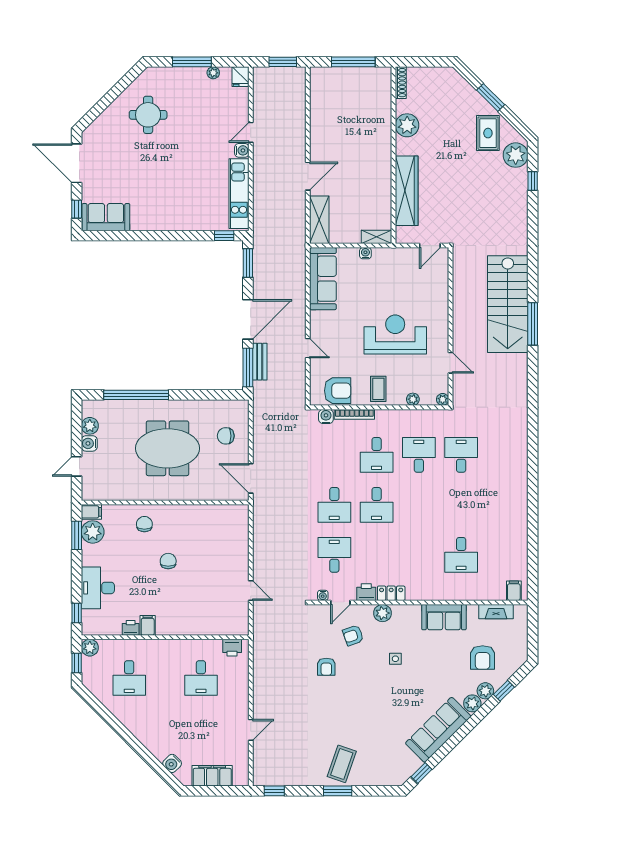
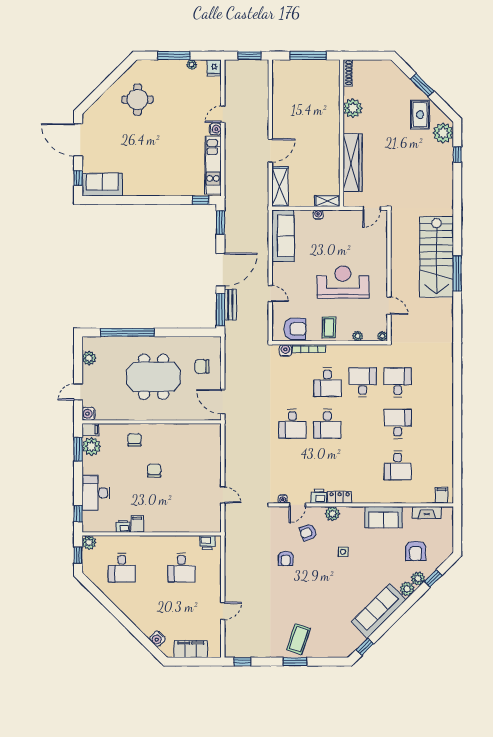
water cooler: (89, 443) -> (89, 414), moved
desk: (334, 555) -> (398, 424), moved

